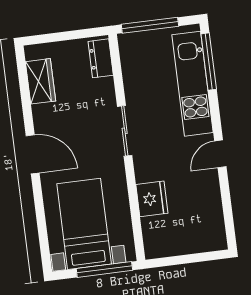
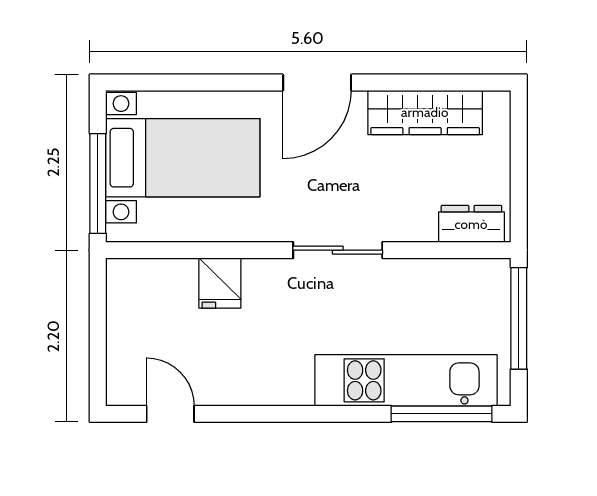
wardrobe: (40, 81) -> (425, 112), width x1.50
door: (220, 154) -> (170, 414), moved
fridge: (152, 199) -> (220, 283), width x0.72

